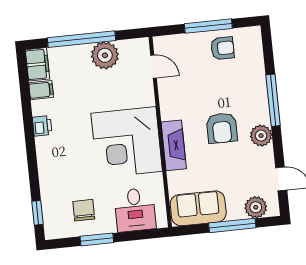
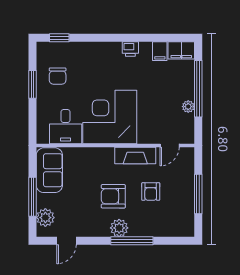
armchair: (223, 48) -> (151, 192), moved
plant: (105, 55) -> (188, 107), width x0.53, depth x0.53
plant: (261, 136) -> (119, 228), moved
fireplace: (174, 145) -> (135, 155), moved
chair: (84, 210) -> (58, 76), turned 90
desk: (135, 210) -> (66, 127), moved, turned -90

